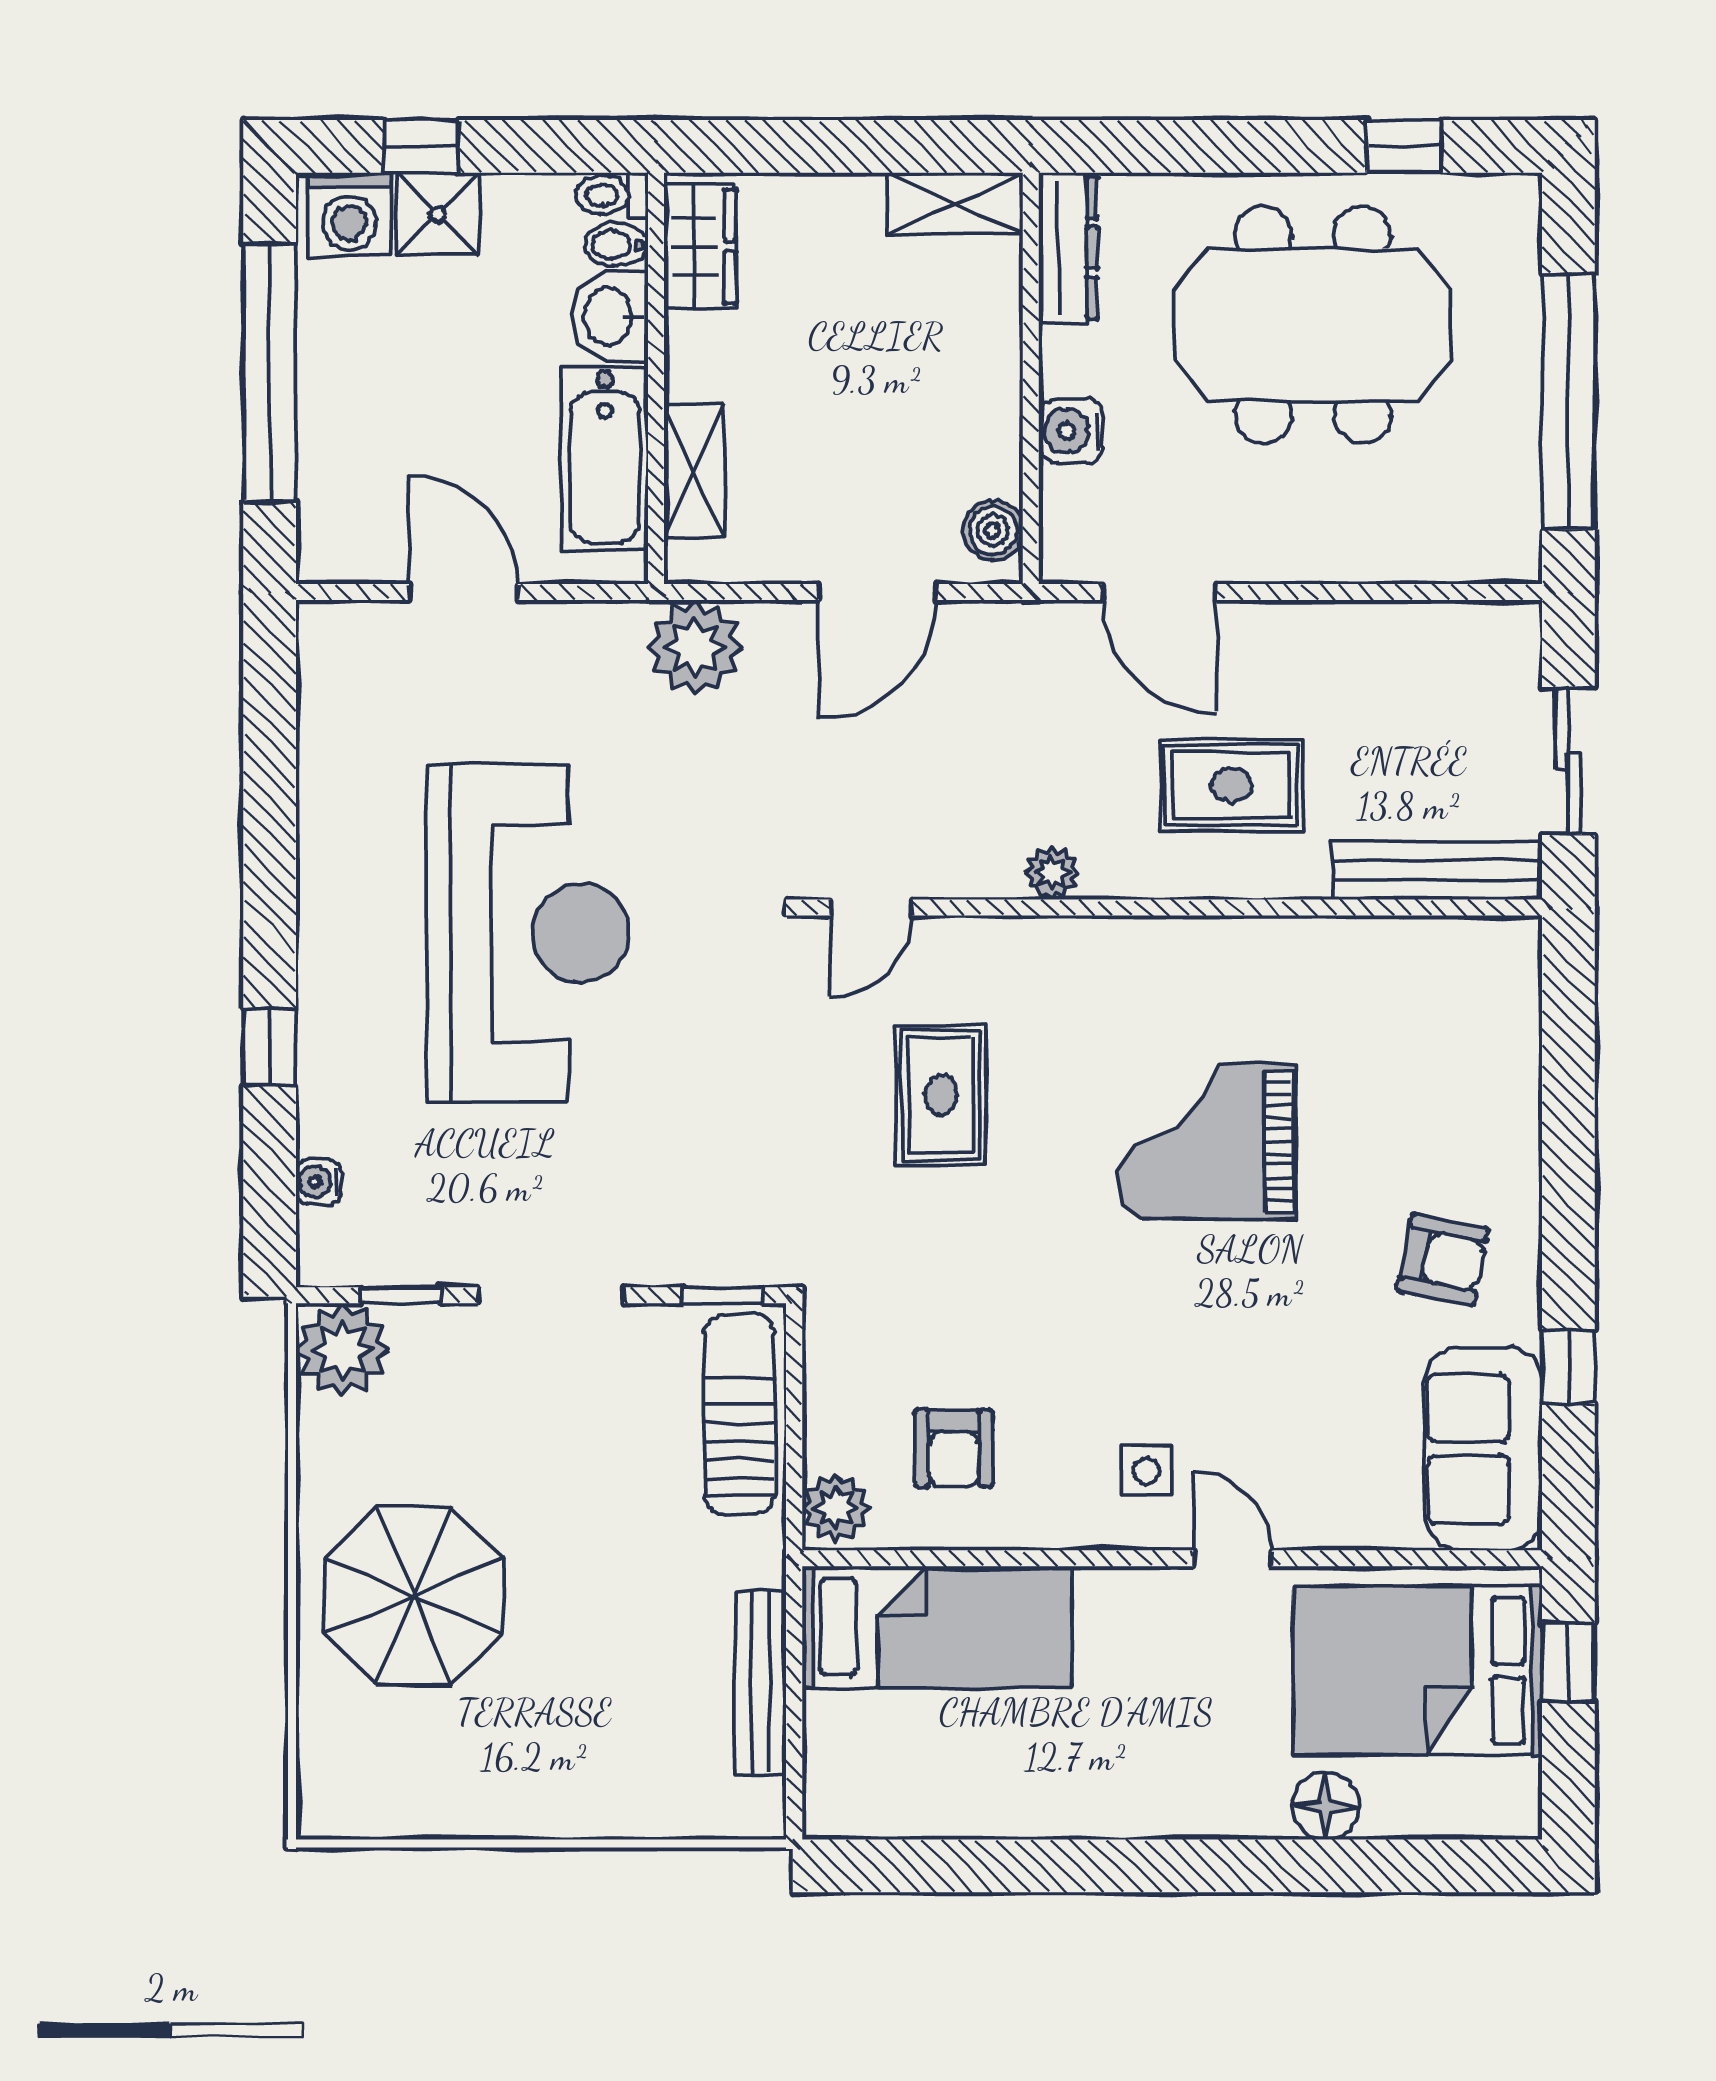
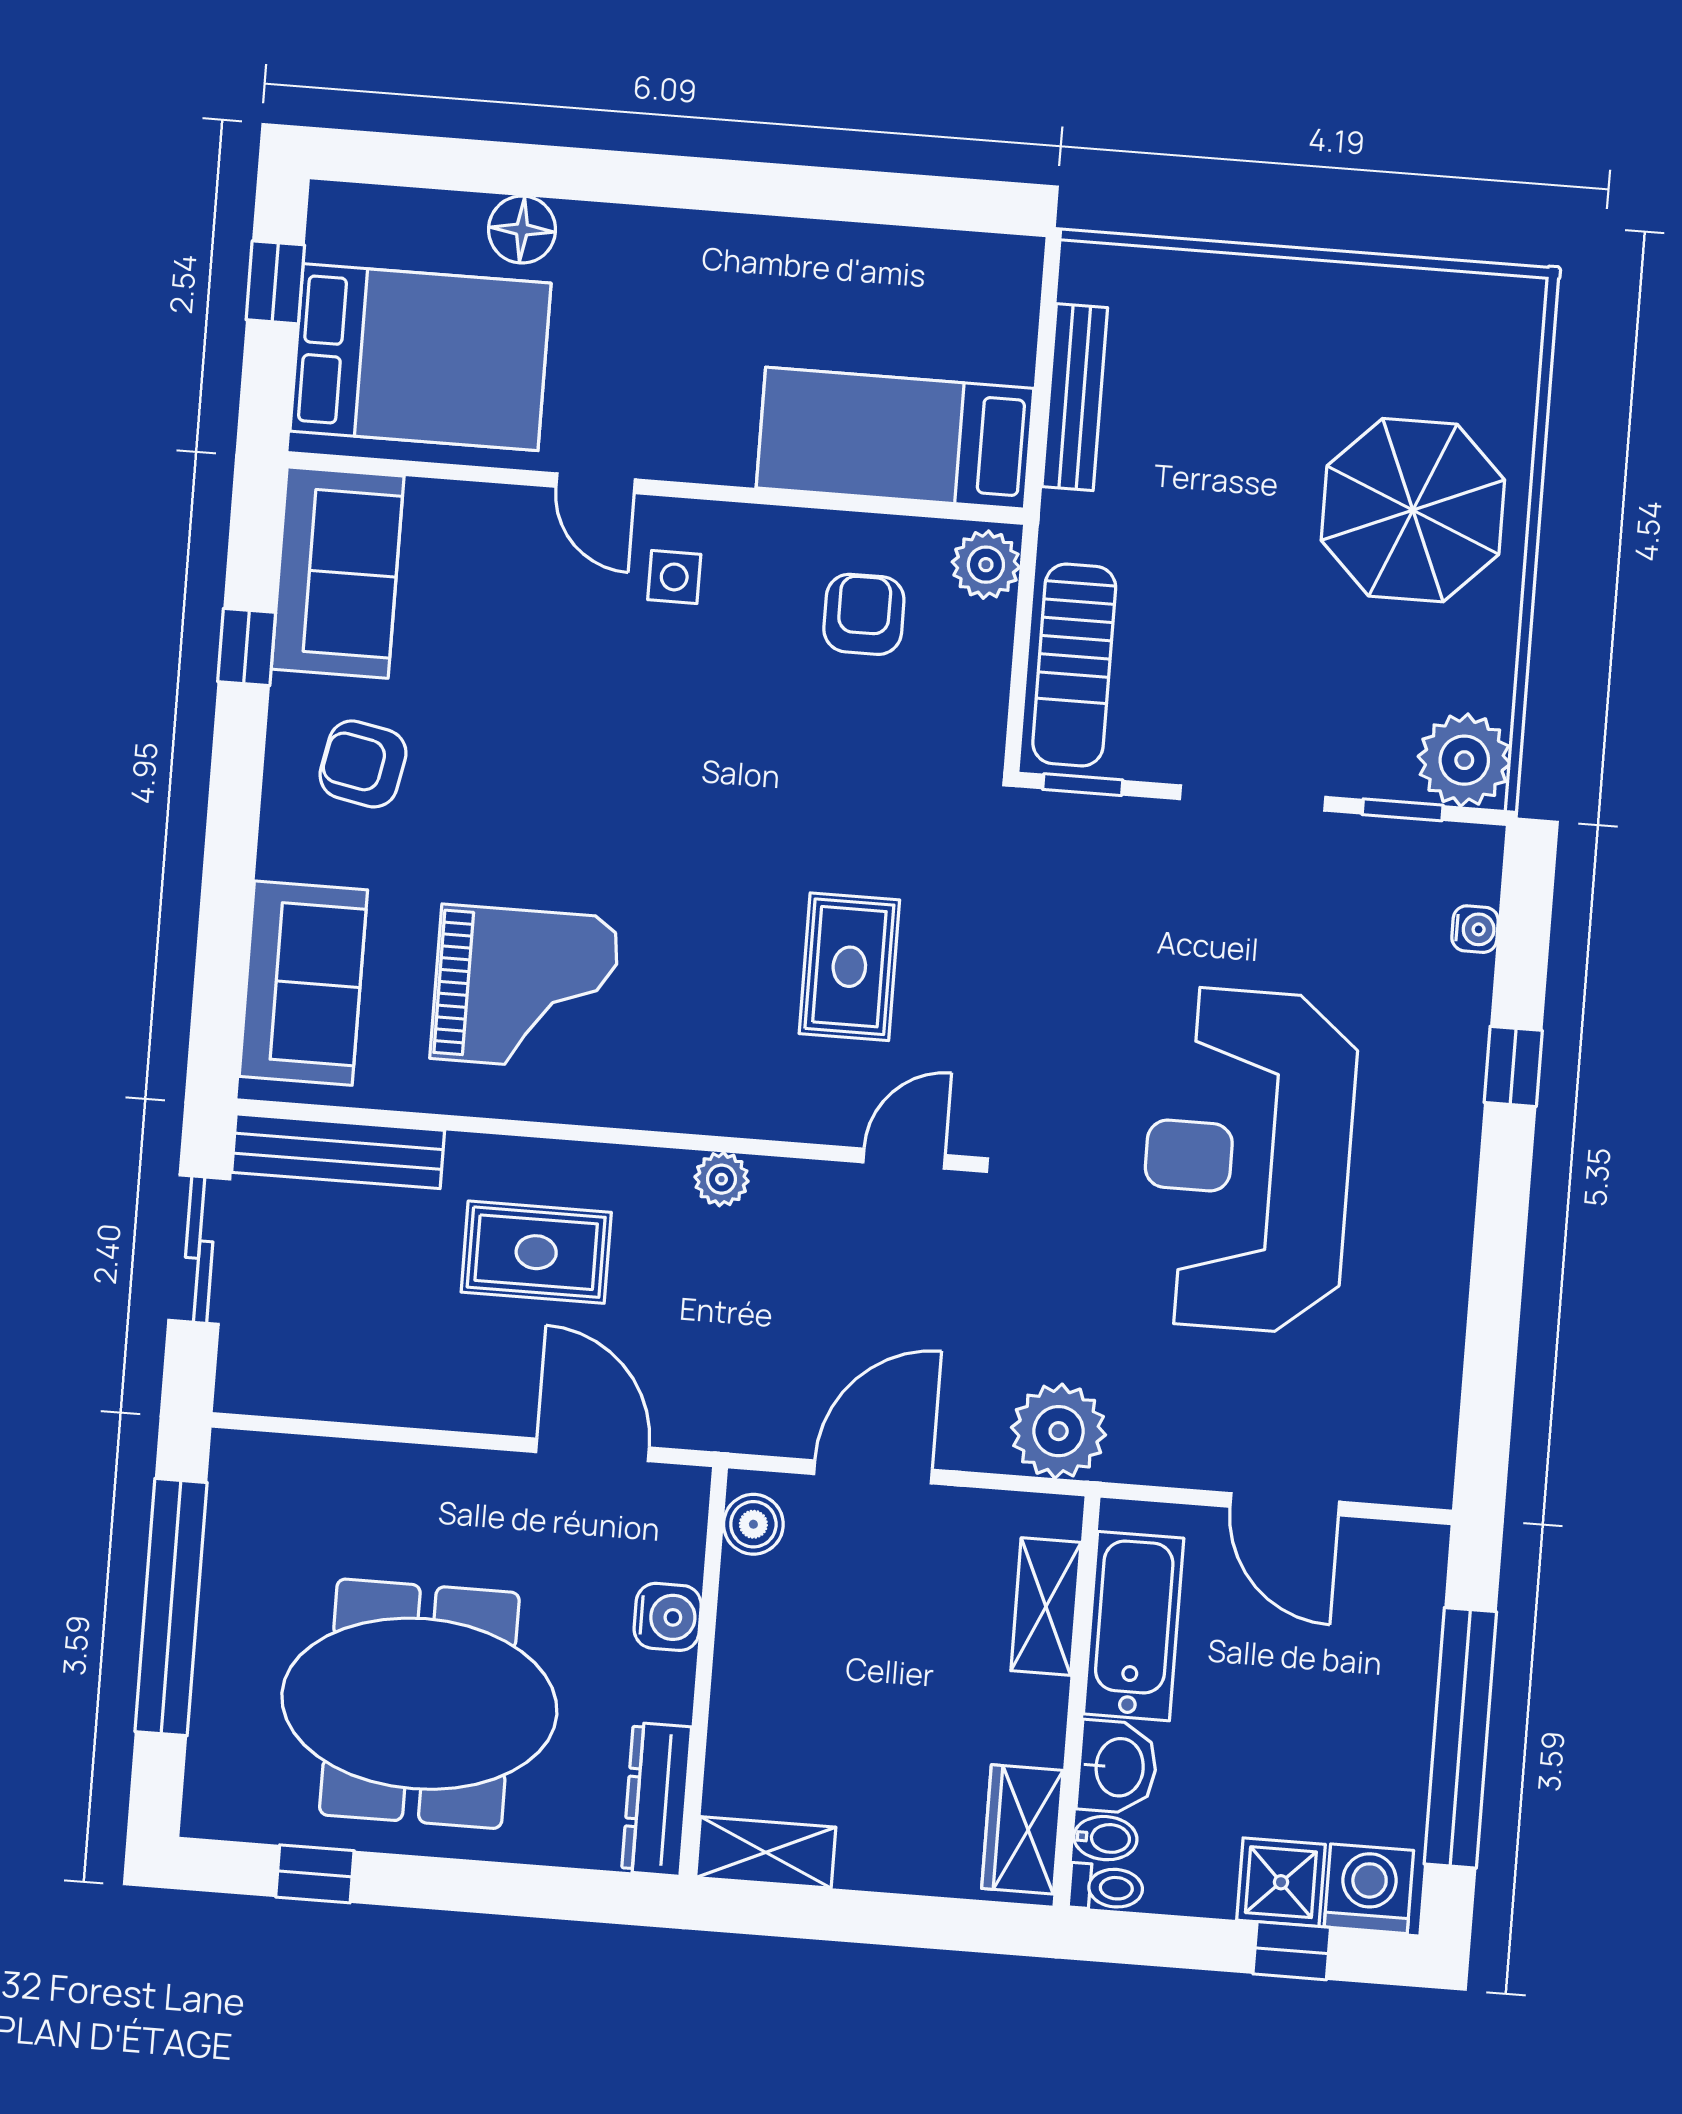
sofa: (1485, 1036) -> (303, 983), added
grand piano: (1207, 1141) -> (525, 988), moved
window: (1568, 1662) -> (275, 282), moved

